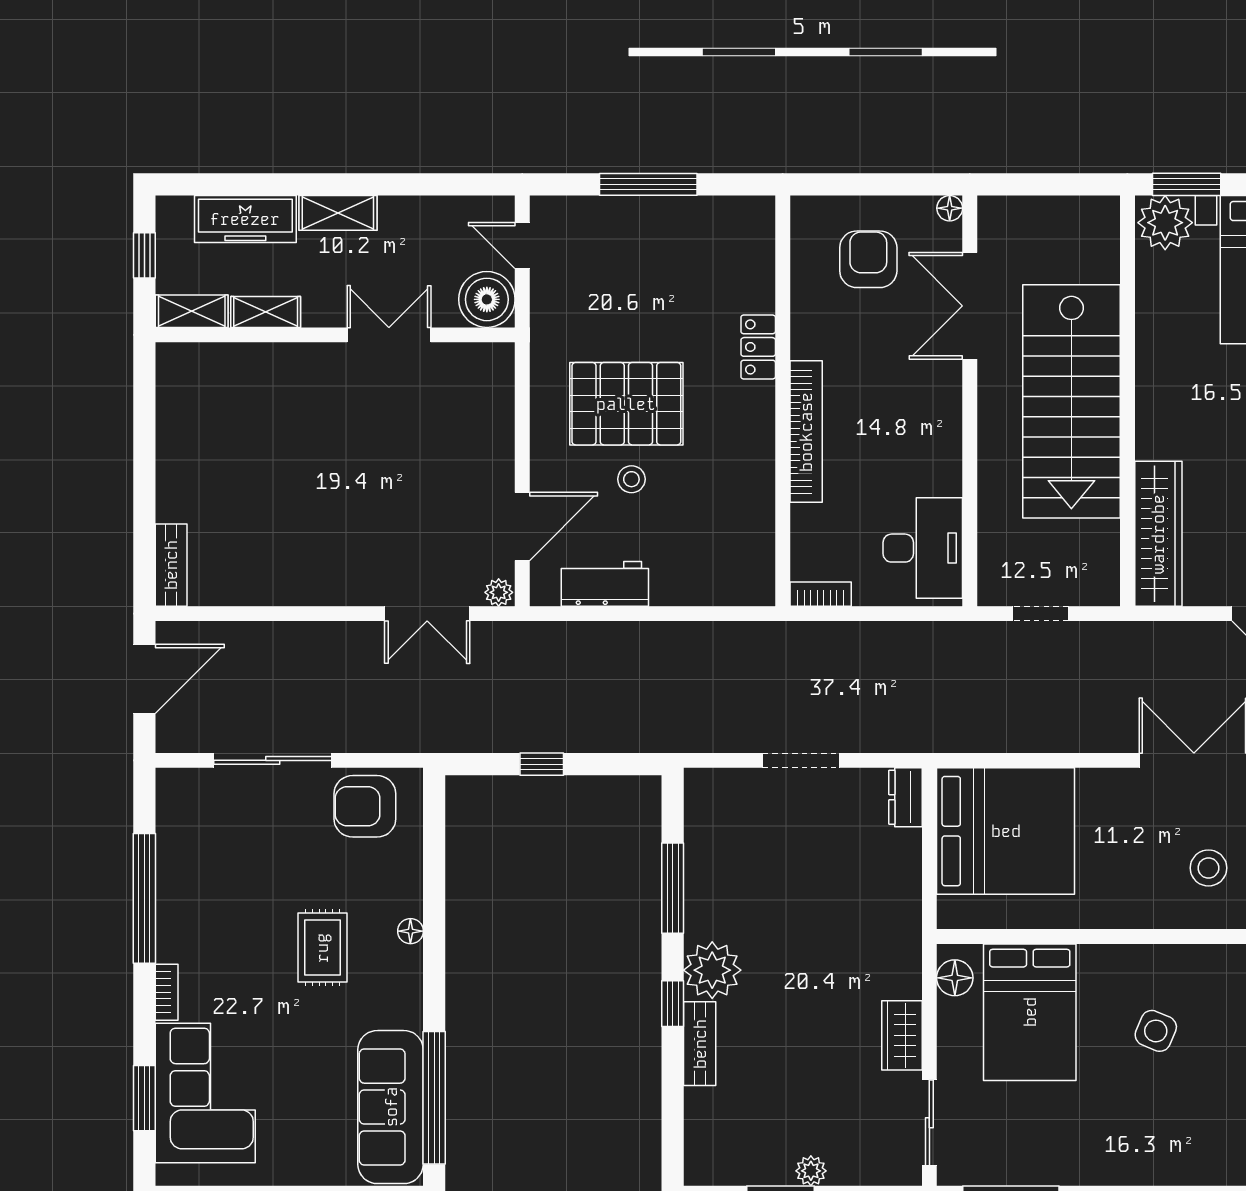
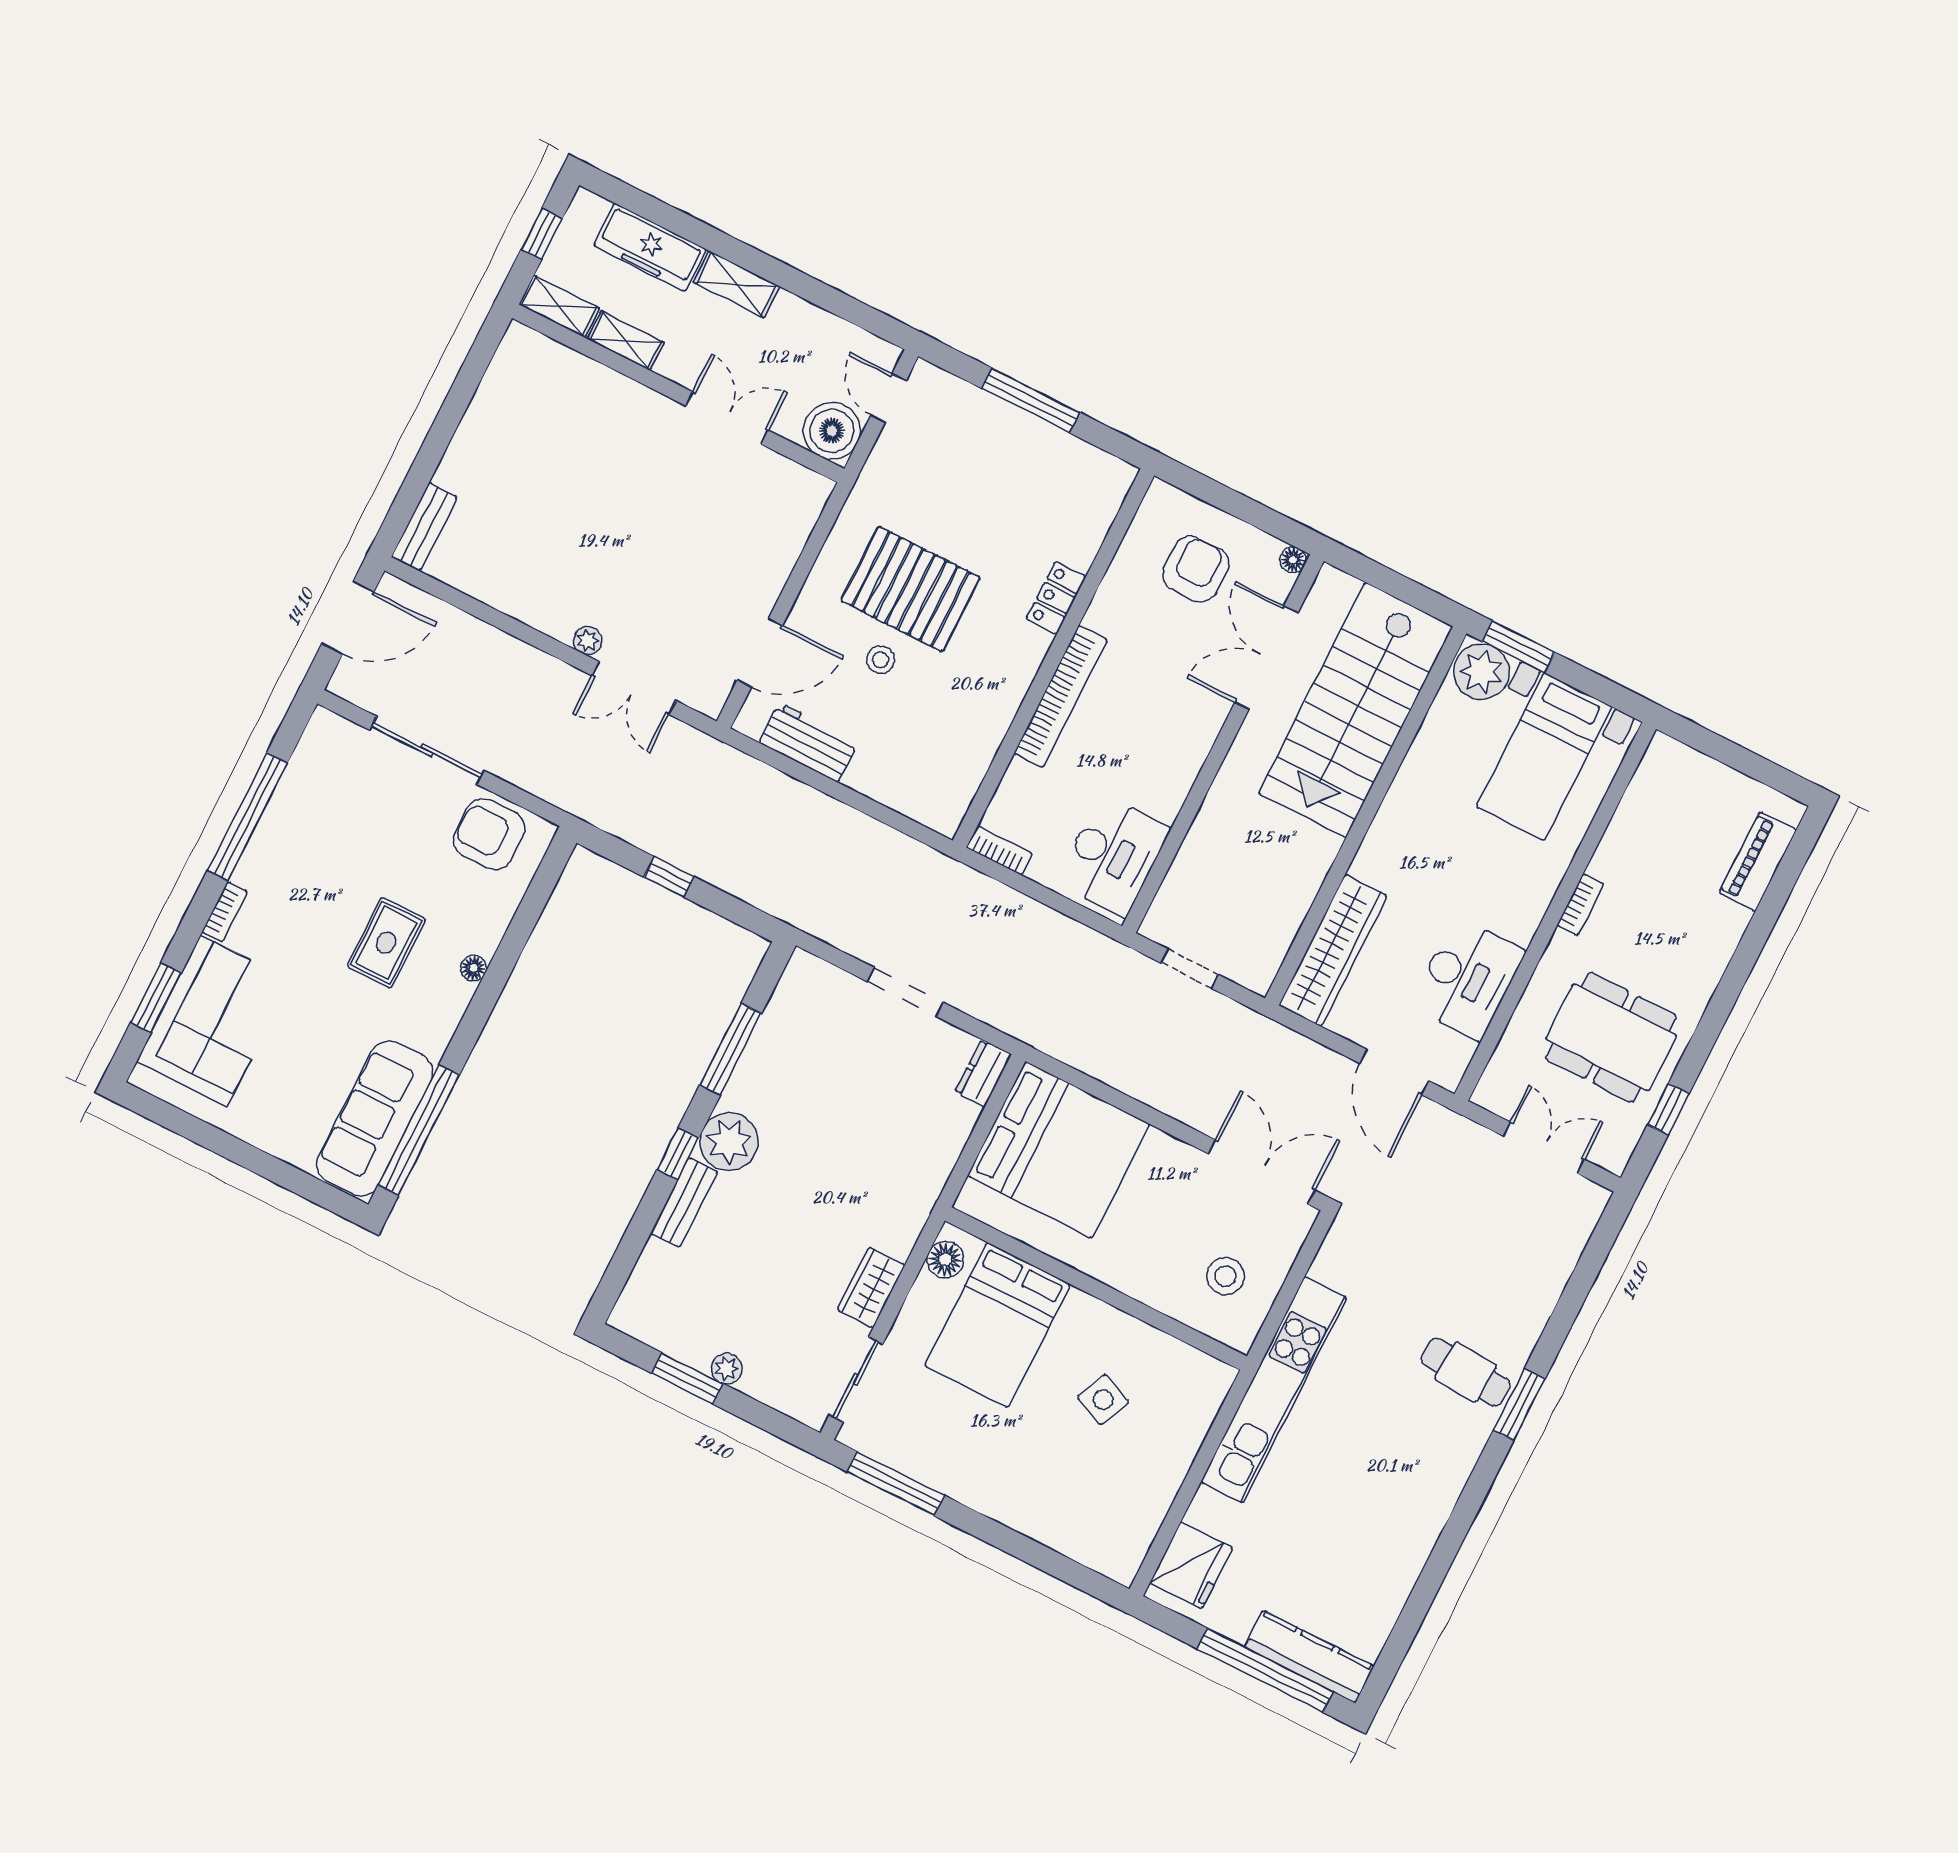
stairs: (1071, 401) -> (1356, 710), moved
plant: (499, 592) -> (588, 641), moved

